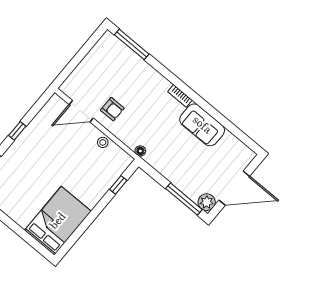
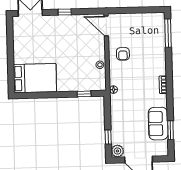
door: (81, 111) -> (106, 26), moved
sofa: (202, 125) -> (158, 124), moved
window: (233, 129) -> (171, 130), added
window: (184, 199) -> (108, 137), width x0.46

